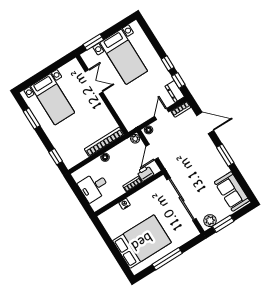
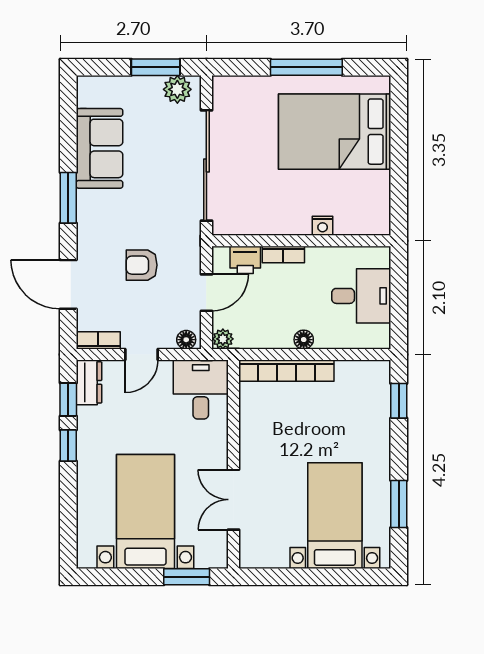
desk: (132, 115) -> (201, 390), added
armchair: (182, 147) -> (142, 265), added
sofa: (232, 191) -> (99, 148), moved

